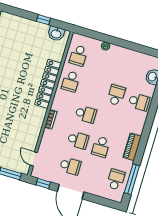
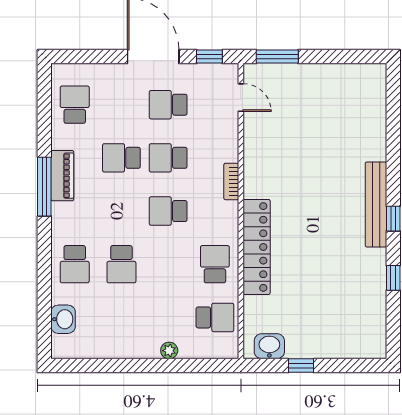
school desk: (78, 56) -> (215, 317), turned 90
school desk: (139, 102) -> (75, 264), turned -90
school desk: (101, 147) -> (121, 158), turned -90
window: (132, 179) -> (44, 187), moved
school desk: (116, 180) -> (75, 105), turned 180

